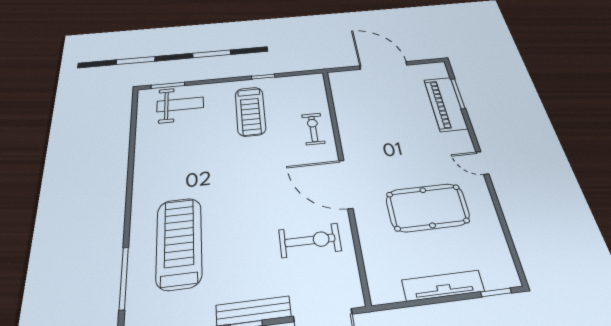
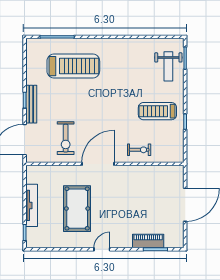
piano: (446, 104) -> (148, 241), width x0.73, depth x0.75

